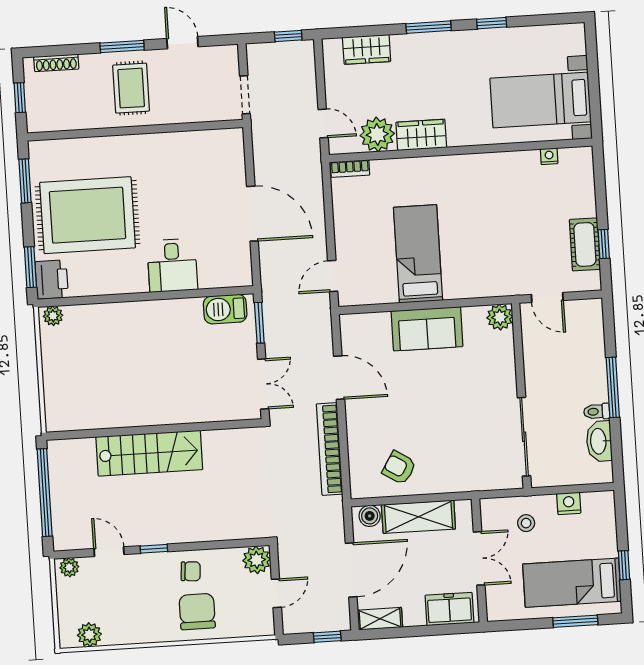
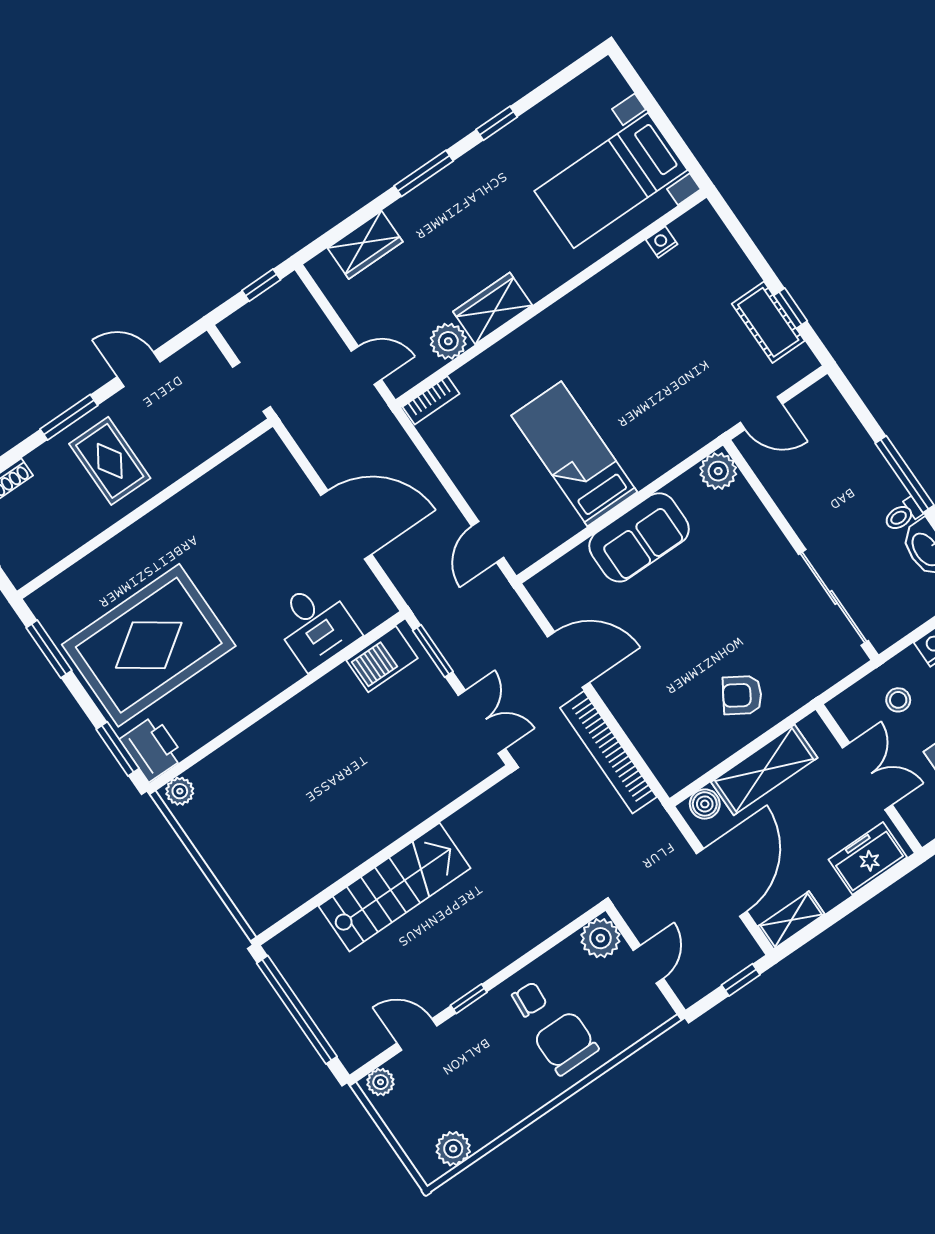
plant: (377, 134) -> (448, 341), width x0.73, depth x0.73
desk: (172, 265) -> (315, 625), moved
armchair: (399, 468) -> (742, 695), moved

